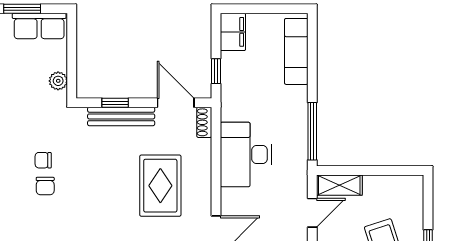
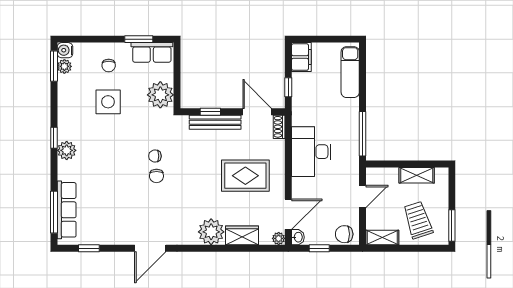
plant: (58, 81) -> (160, 95), width x1.87, depth x1.87
shelving: (339, 185) -> (417, 175), moved
rug: (160, 186) -> (245, 176), turned 90

